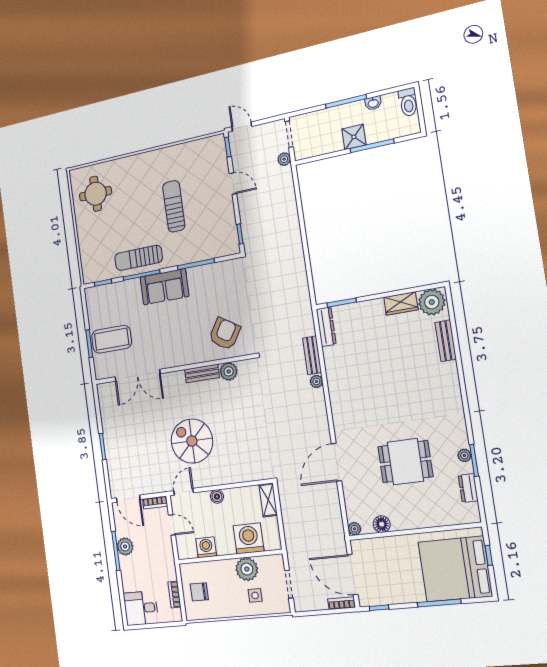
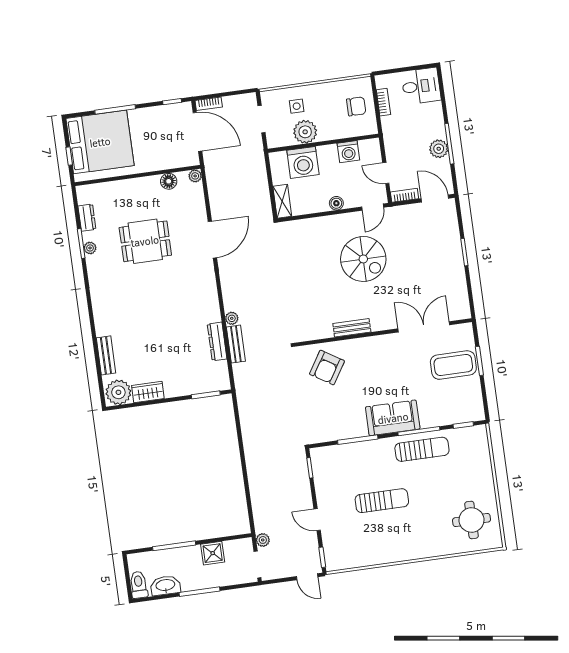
washbasin: (373, 103) -> (165, 585), width x1.91, depth x1.45
shower: (354, 137) -> (213, 553), moved
sun lounger: (174, 206) -> (382, 501), turned -90
dresser: (326, 327) -> (217, 341), moved
plant: (229, 371) -> (323, 329), removed

